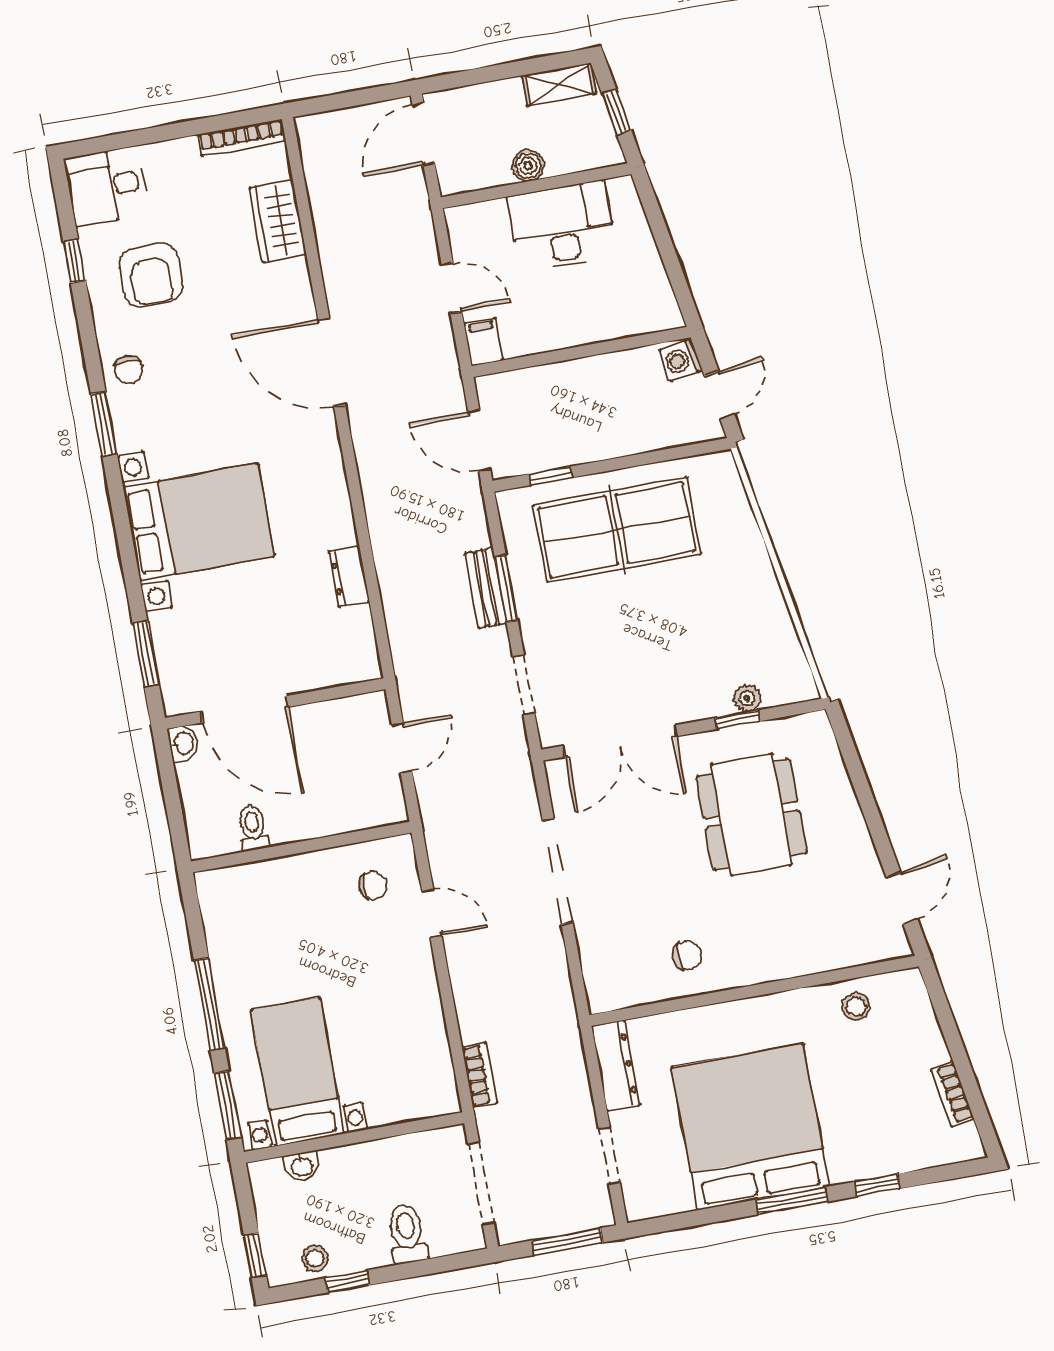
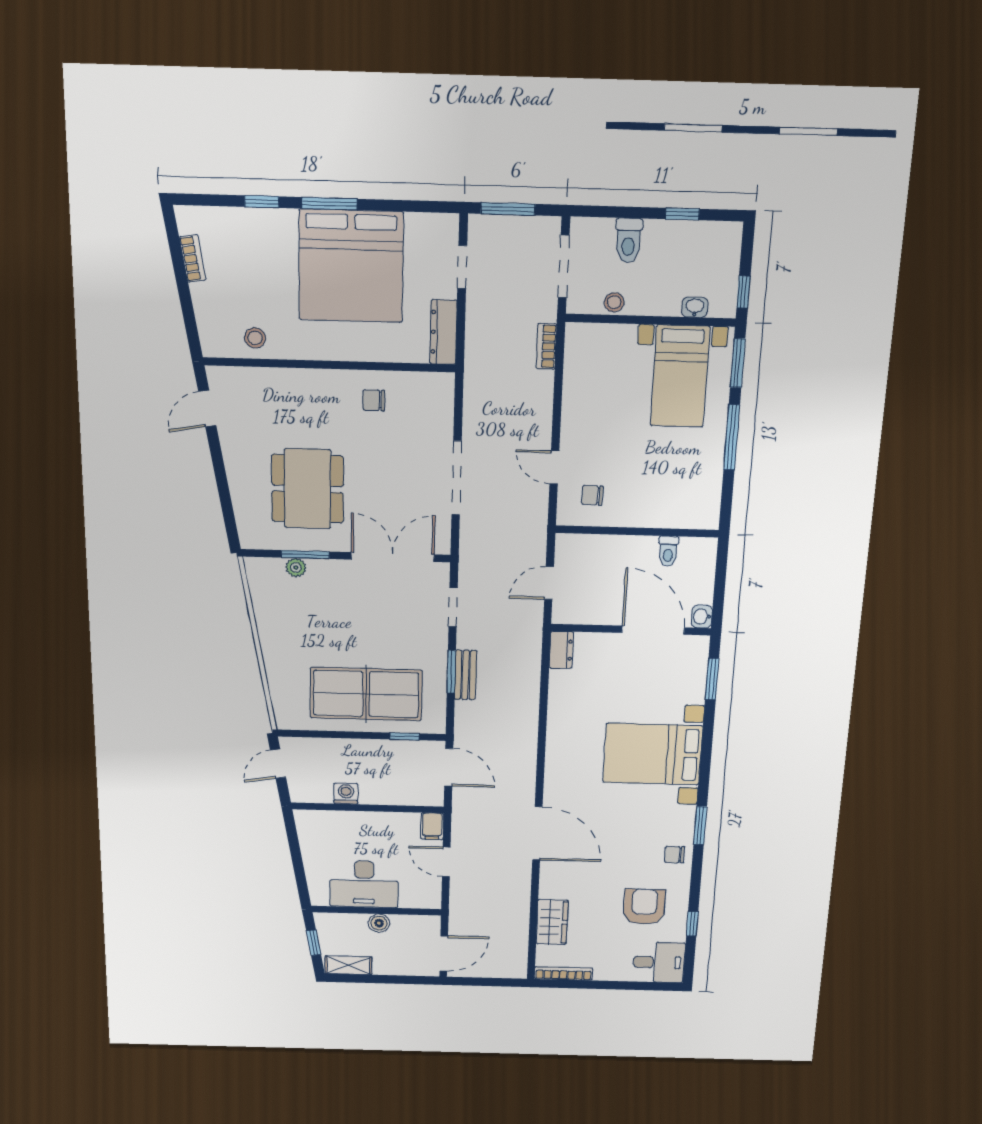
washing machine: (681, 360) -> (346, 793), moved, turned -80
chair: (128, 369) -> (675, 855), turned -90
dresser: (349, 576) -> (561, 650), moved
window: (738, 720) -> (305, 555), width x1.50
window: (255, 1255) -> (743, 292), moved
stool: (315, 1258) -> (614, 302), moved

